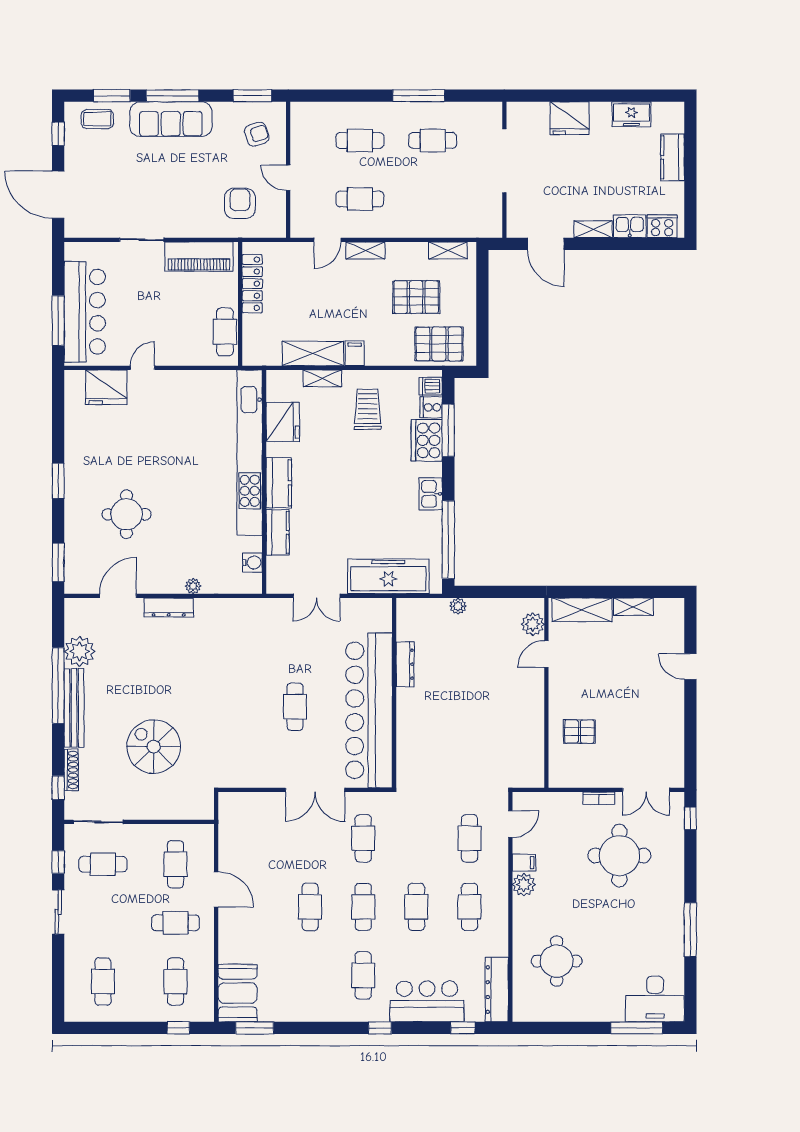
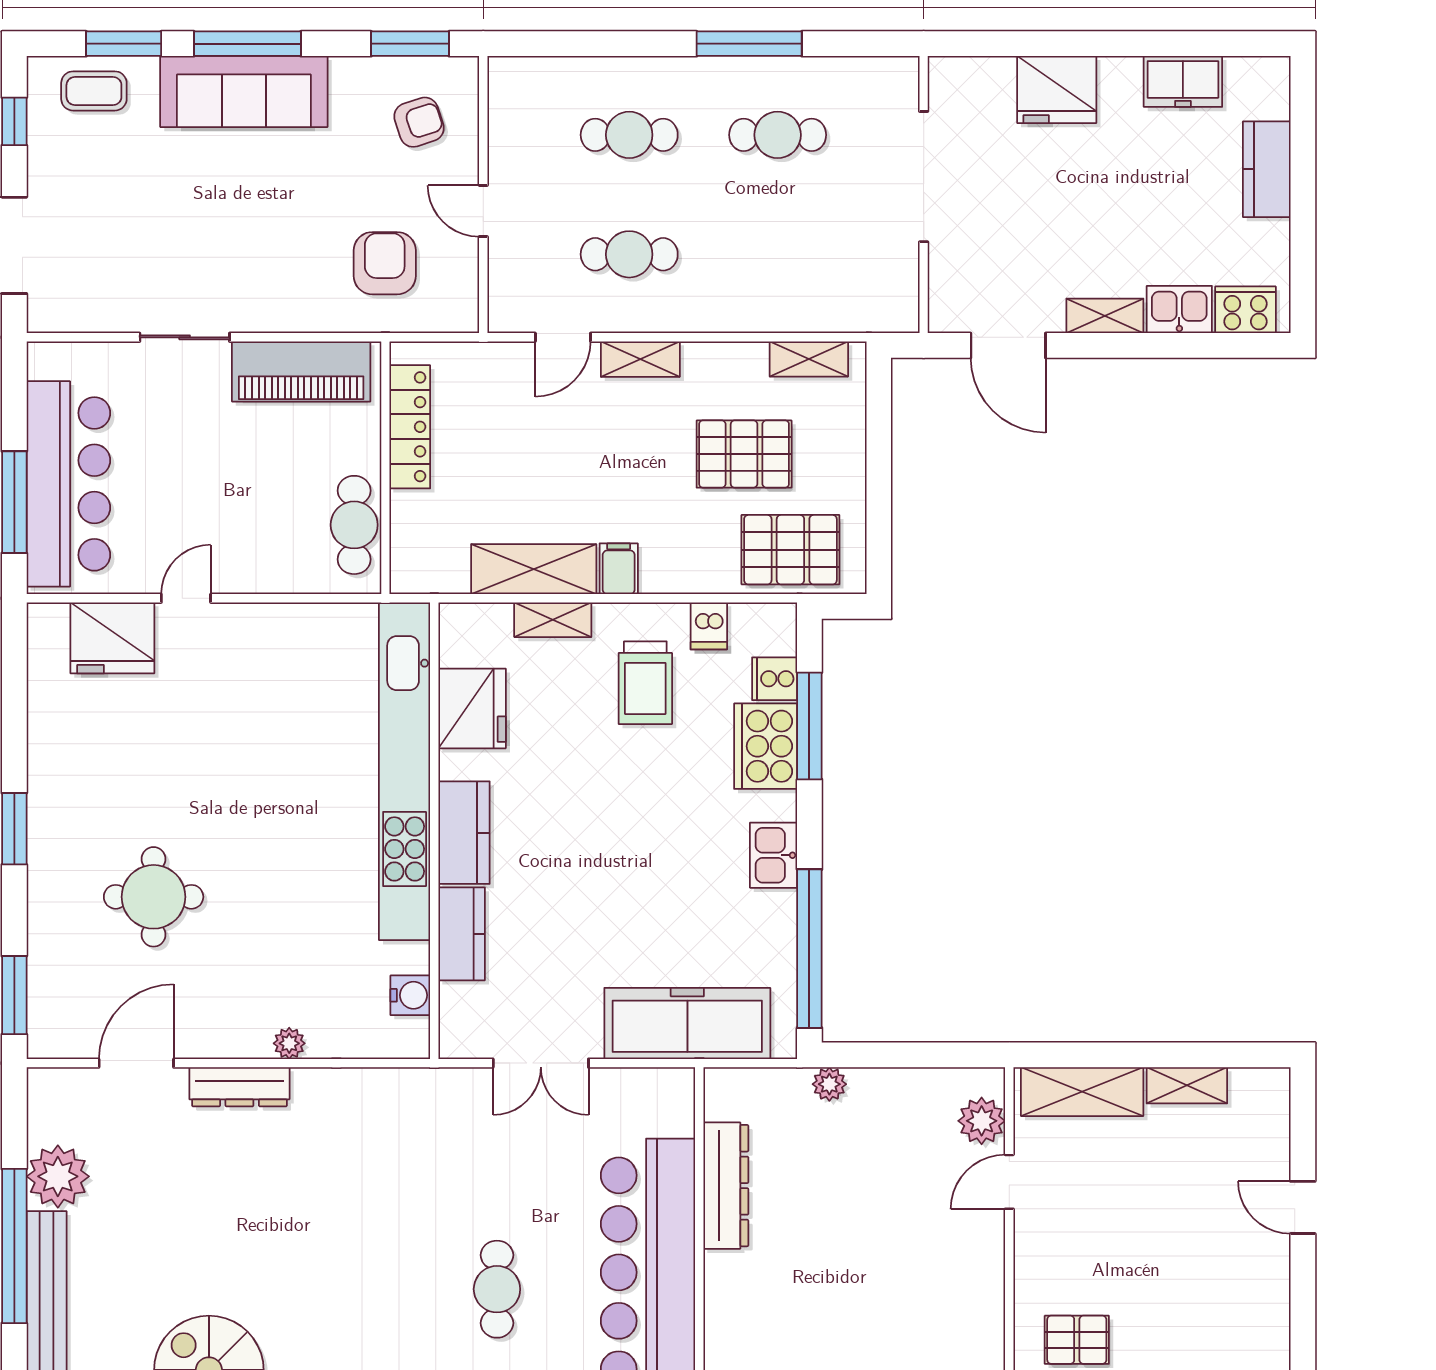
dishwasher: (431, 386) -> (709, 626), moved, turned -90
trolley: (368, 409) -> (645, 683), turned 180
dresser: (405, 664) -> (726, 1186), width x1.37, depth x1.24

